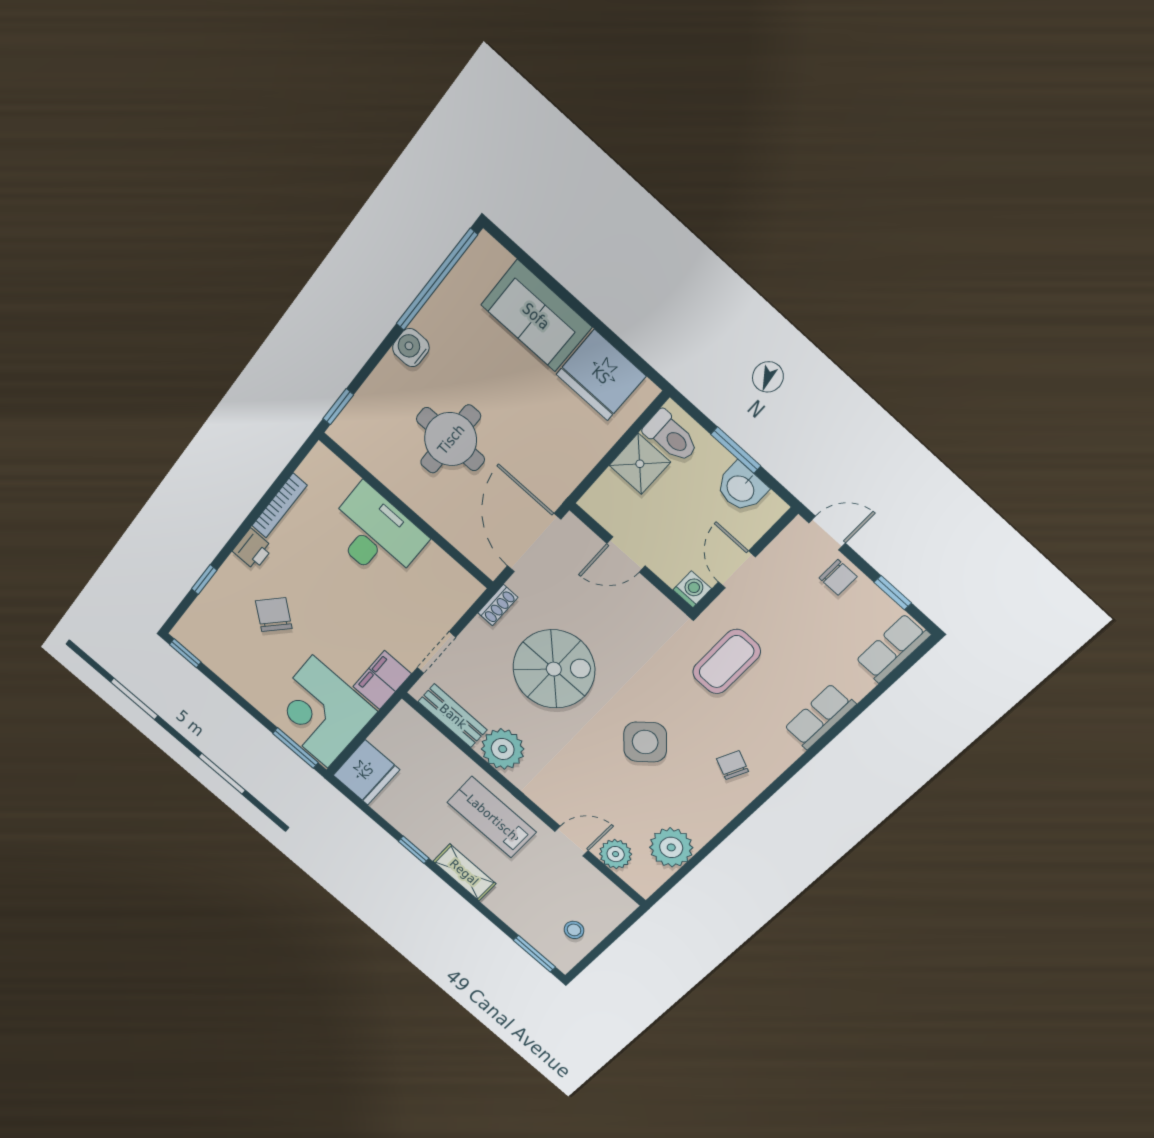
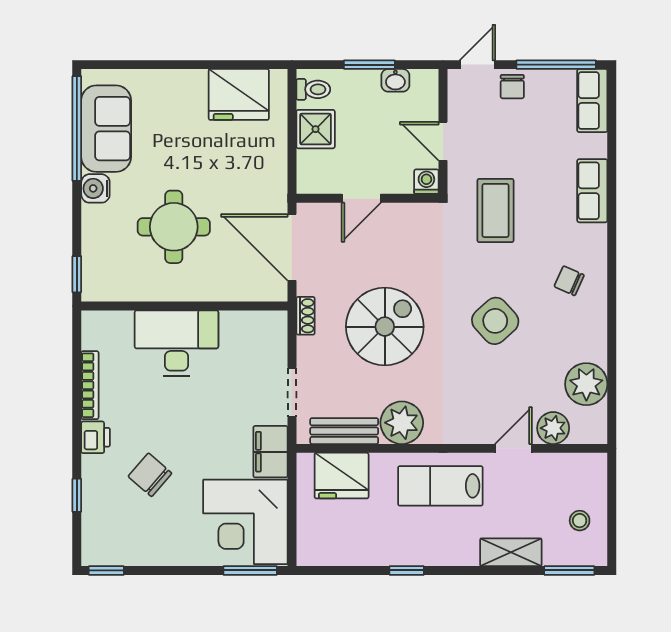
sofa: (536, 316) -> (106, 129), moved, turned -90
toilet: (671, 437) -> (313, 89), width x0.73, depth x0.72
washbasin: (741, 488) -> (395, 80), width x0.72, depth x0.69
chair: (838, 577) -> (512, 87), turned 90
window: (893, 593) -> (556, 65), width x2.17
fridge: (366, 772) -> (342, 476), moved, turned 90
shelving: (464, 872) -> (511, 552), moved

